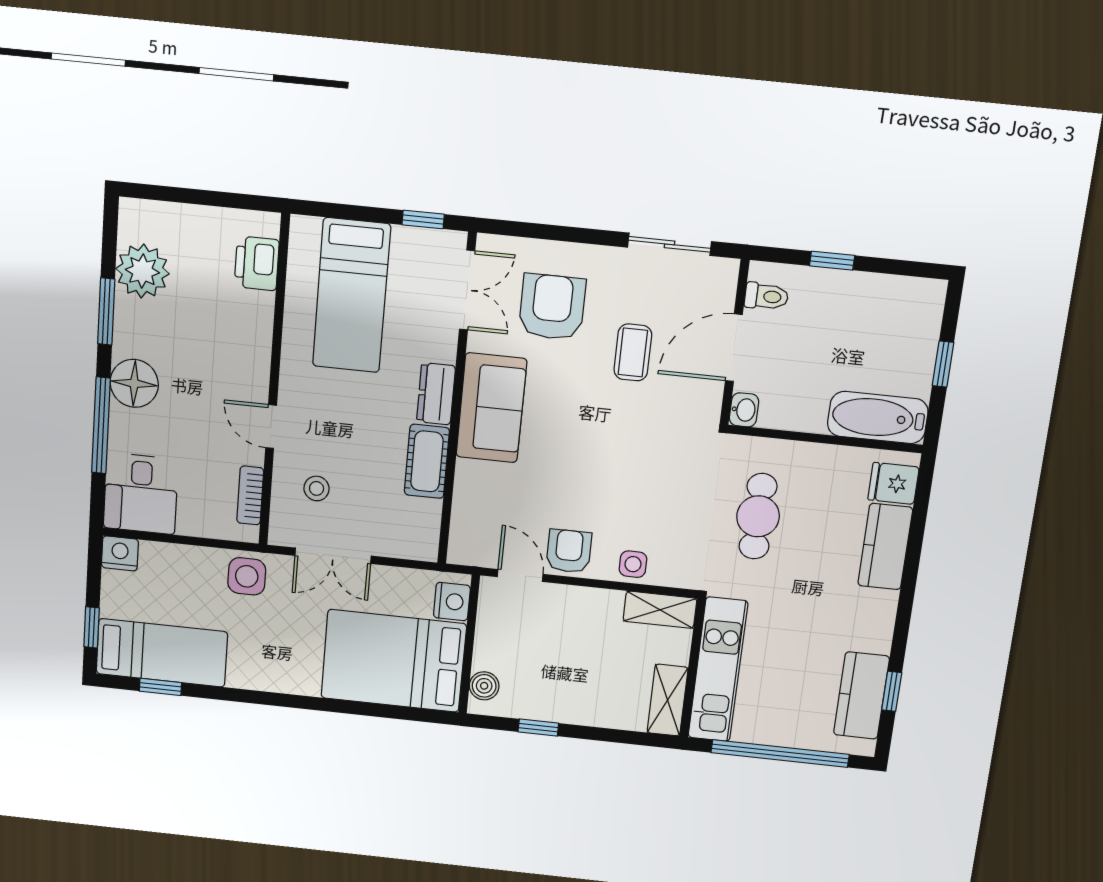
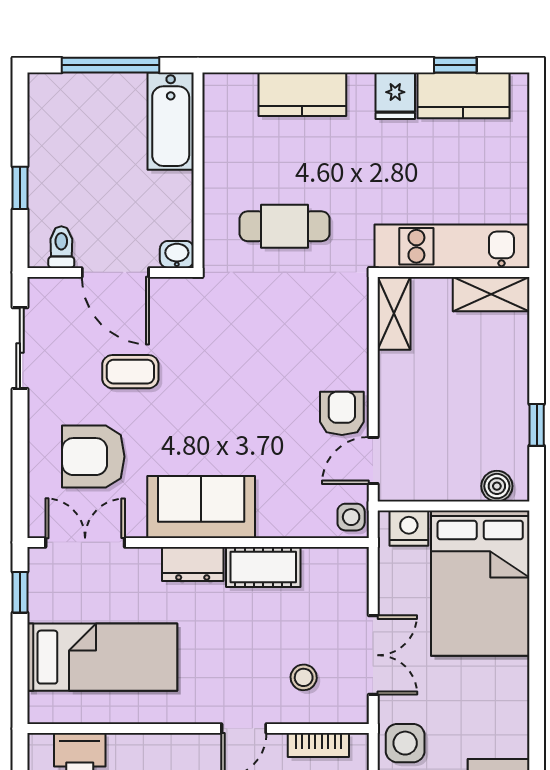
window: (943, 364) -> (111, 65), width x2.17
fridge: (893, 483) -> (395, 96), moved
armchair: (569, 551) -> (342, 413), turned 90
side table: (633, 564) -> (351, 517), moved
window: (780, 754) -> (537, 170), removed

